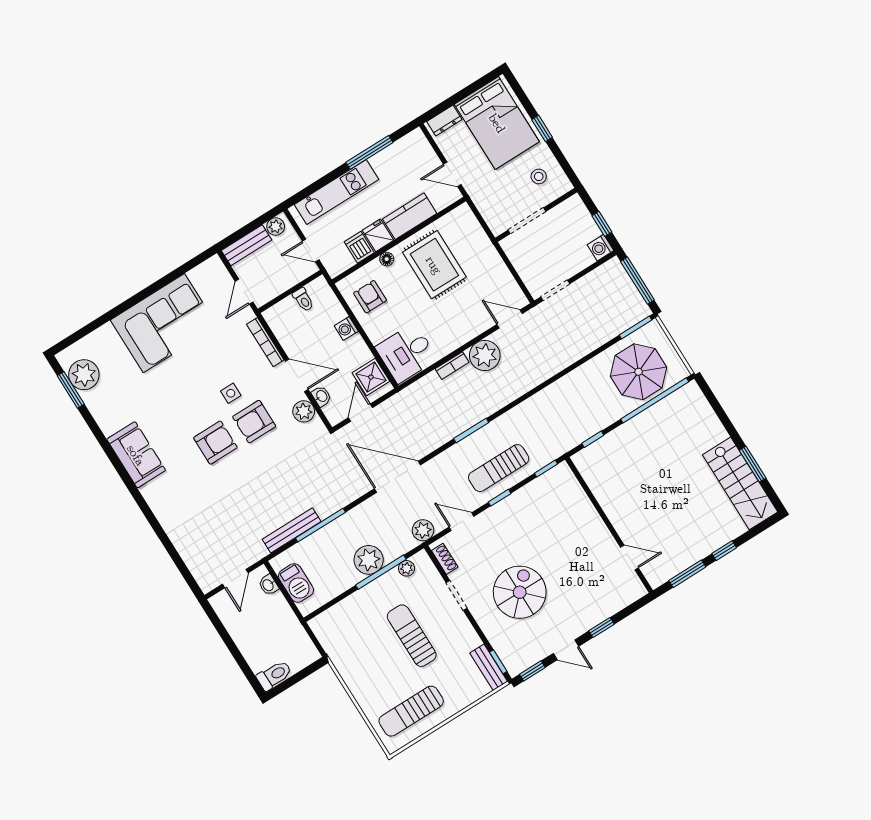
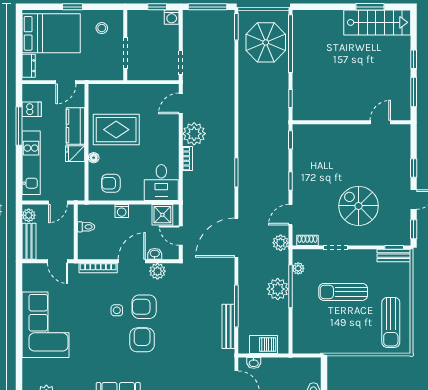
dishwasher: (359, 247) -> (32, 109), moved, turned 180
armchair: (254, 422) -> (144, 307), turned 90
sun lounger: (499, 468) -> (271, 170), removed

